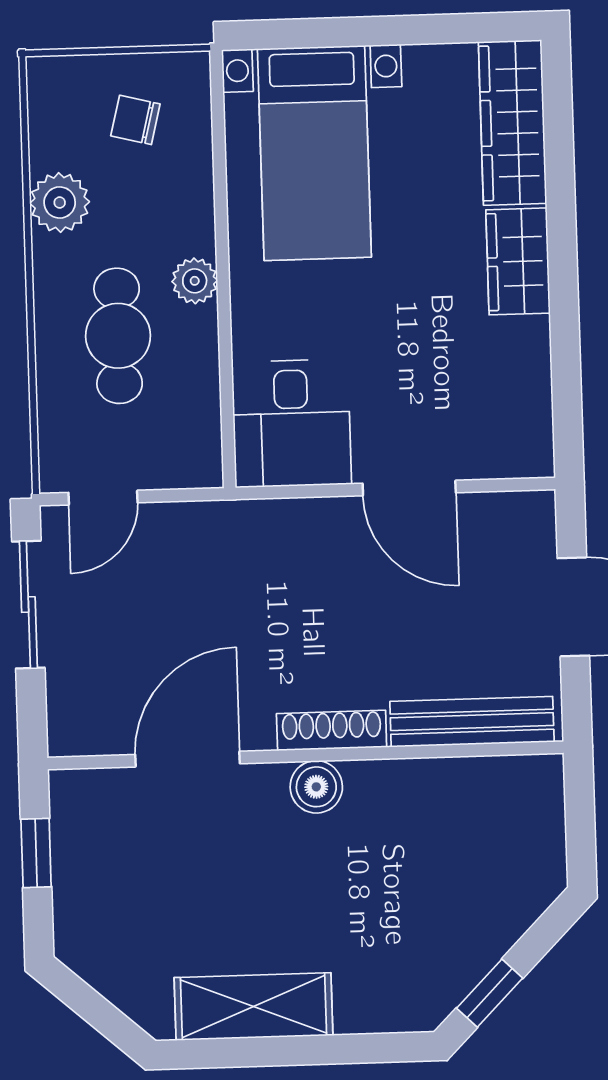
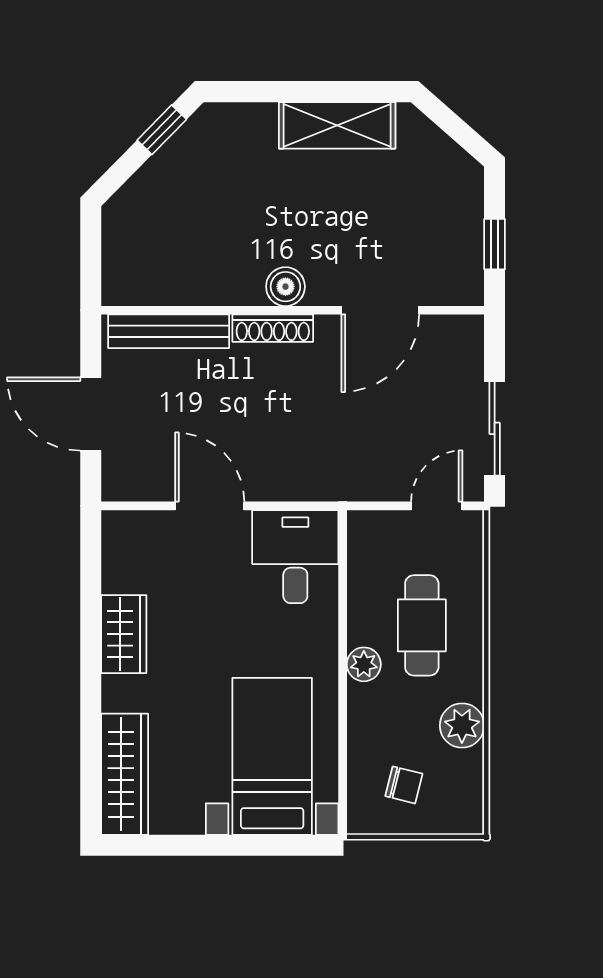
wardrobe: (518, 261) -> (124, 634), moved

